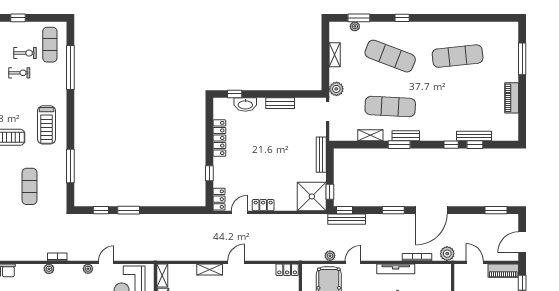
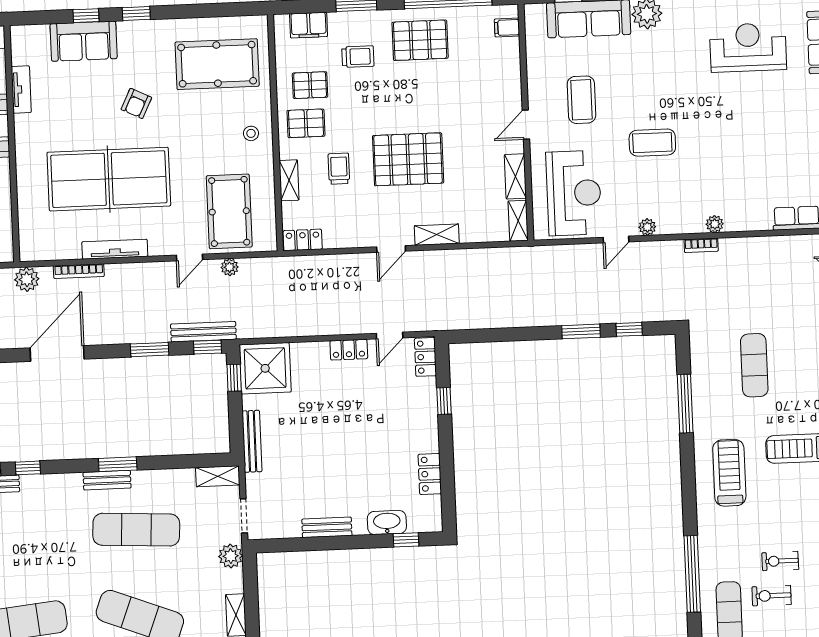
shelving: (370, 135) -> (218, 476), moved
locker: (219, 138) -> (430, 474), width x0.66
window: (393, 210) -> (150, 350), moved

